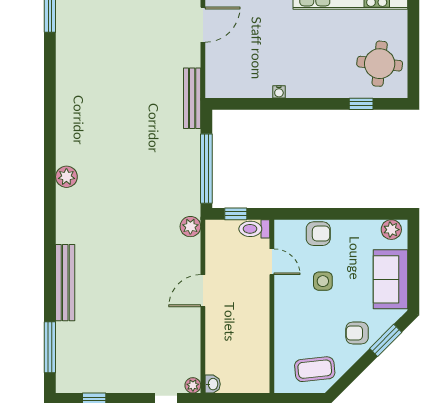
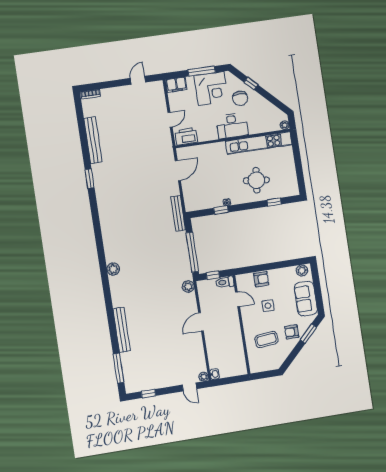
round table: (380, 64) -> (256, 180), moved
window: (267, 104) -> (221, 210), added
coffee table: (315, 369) -> (266, 339), moved

